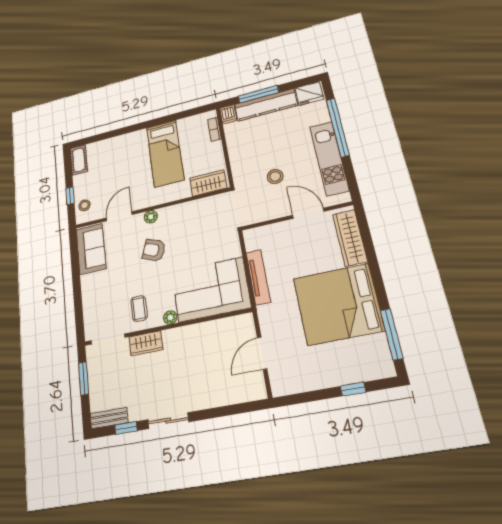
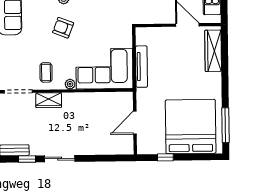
bed: (338, 304) -> (191, 127), moved, turned 90
window: (353, 389) -> (165, 157), moved

